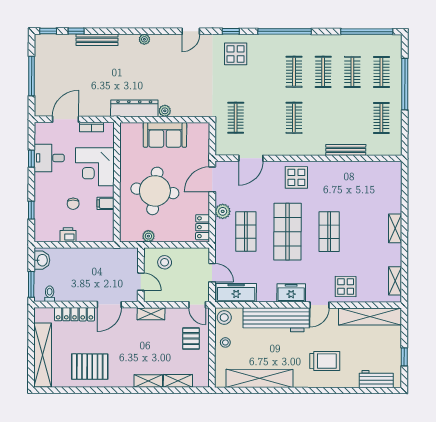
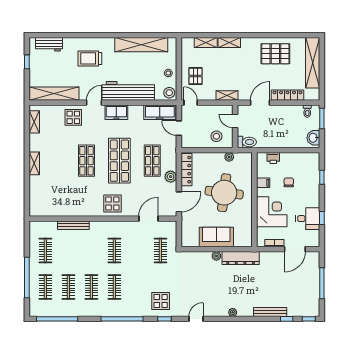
locker: (203, 227) -> (186, 170), width x1.53
printer: (68, 235) -> (273, 158), moved
toilet: (126, 255) -> (247, 142), added

